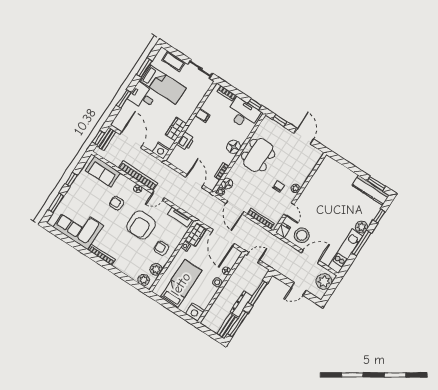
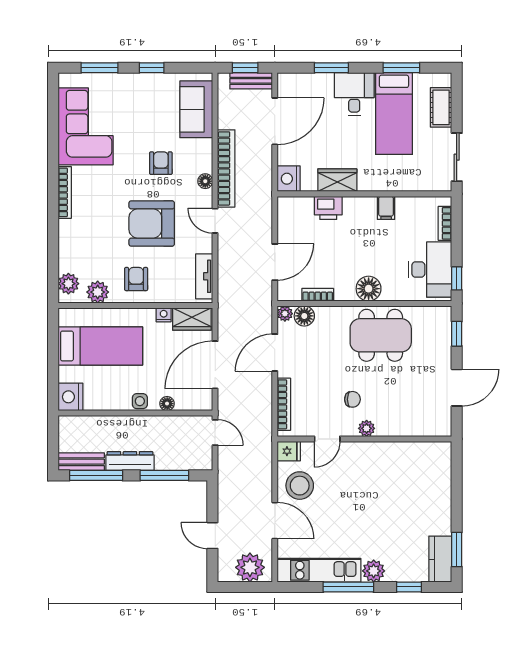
kitchen counter: (371, 190) -> (440, 559), width x0.67

